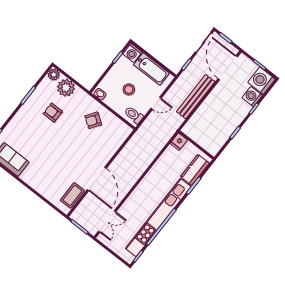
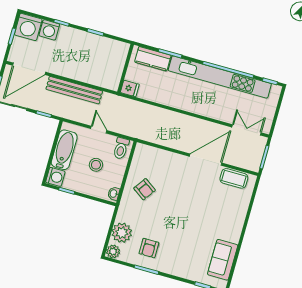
armchair: (53, 113) -> (149, 248), moved

